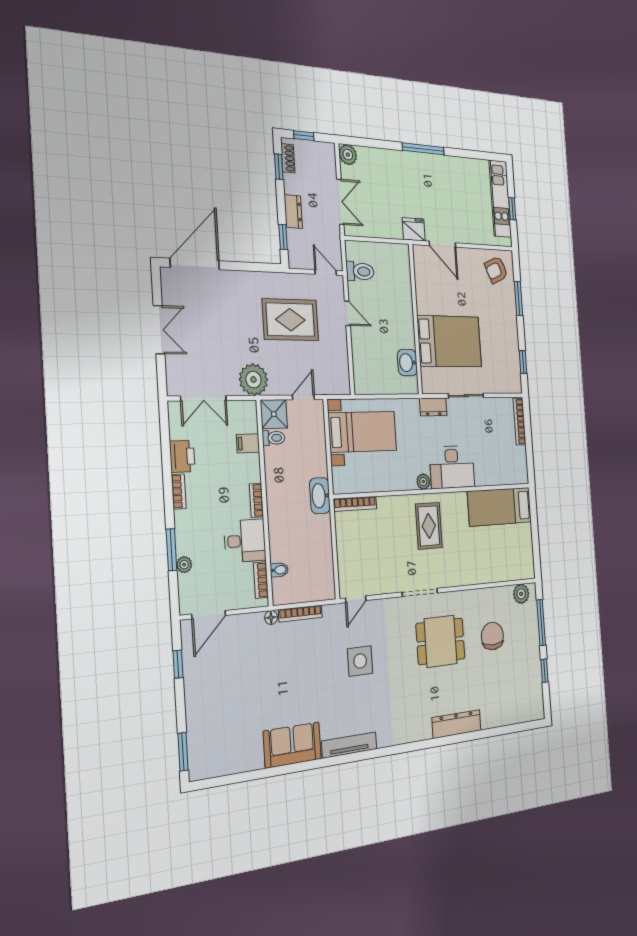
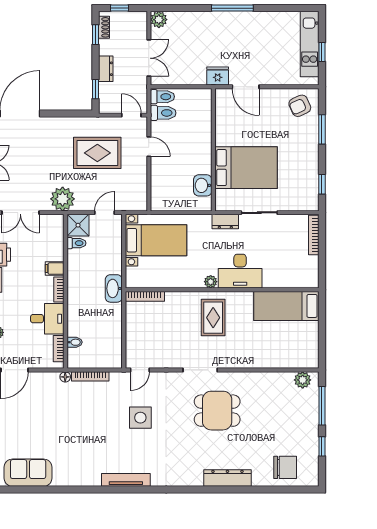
toilet: (358, 251) -> (162, 97), added
filing cabinet: (248, 443) -> (55, 269), moved
chair: (492, 636) -> (285, 467), moved, turned 90
sofa: (292, 745) -> (28, 473), moved

